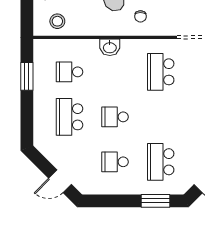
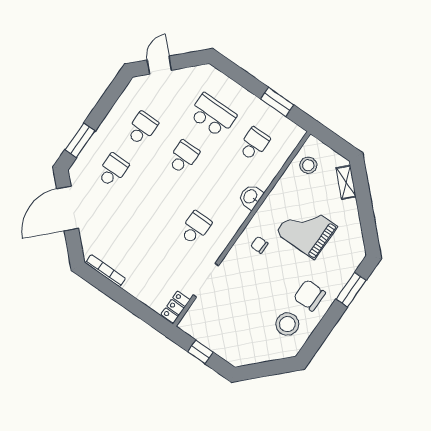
school desk: (161, 72) -> (195, 228), width x0.54
school desk: (161, 162) -> (113, 170), width x0.54

